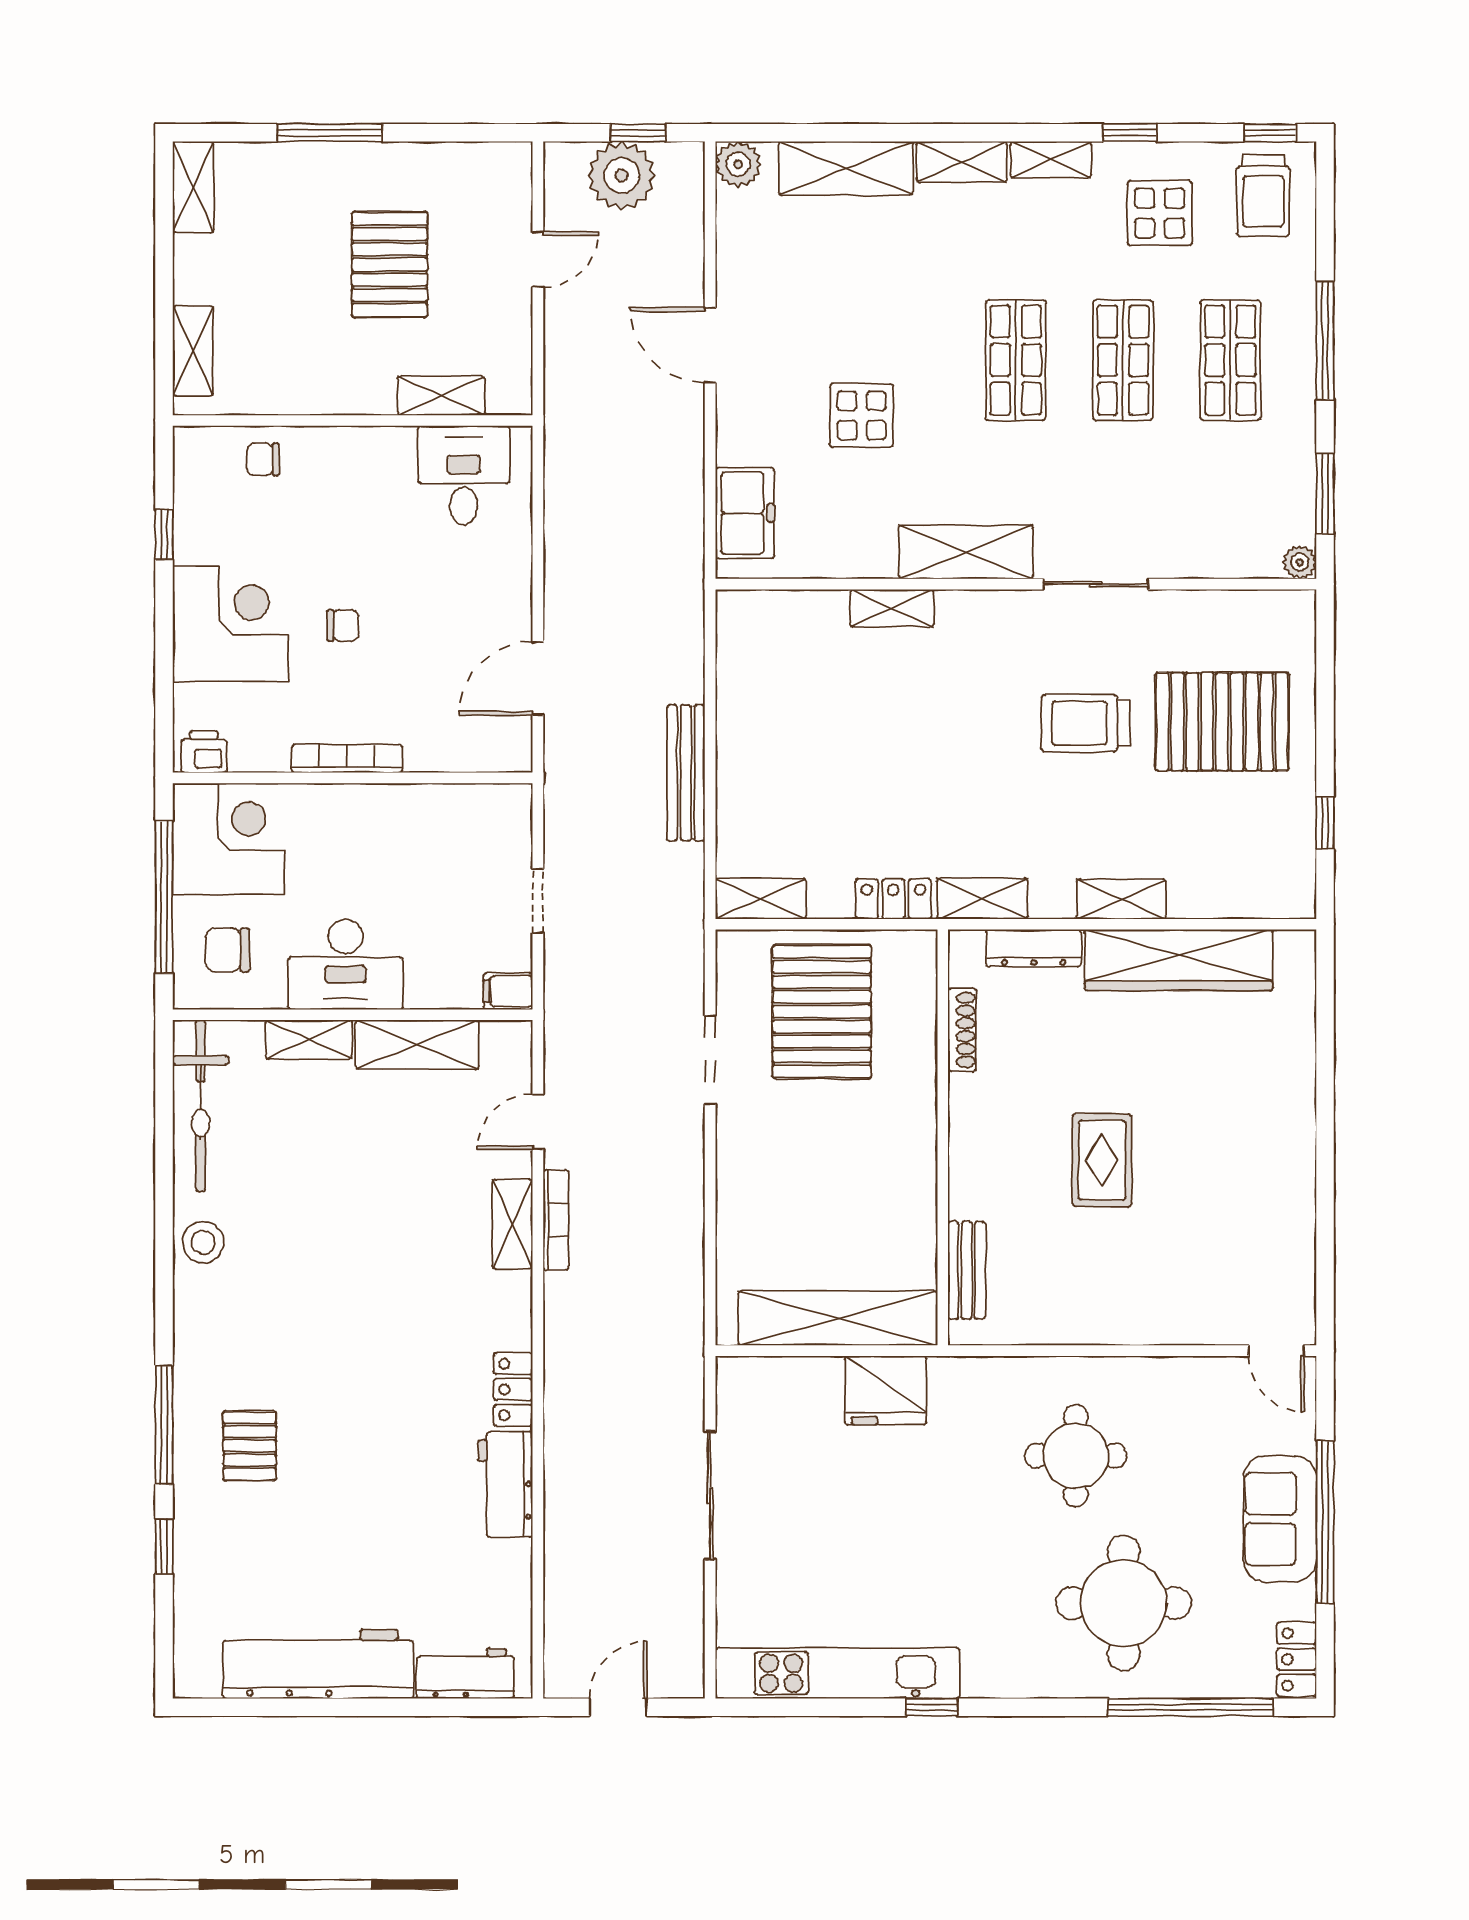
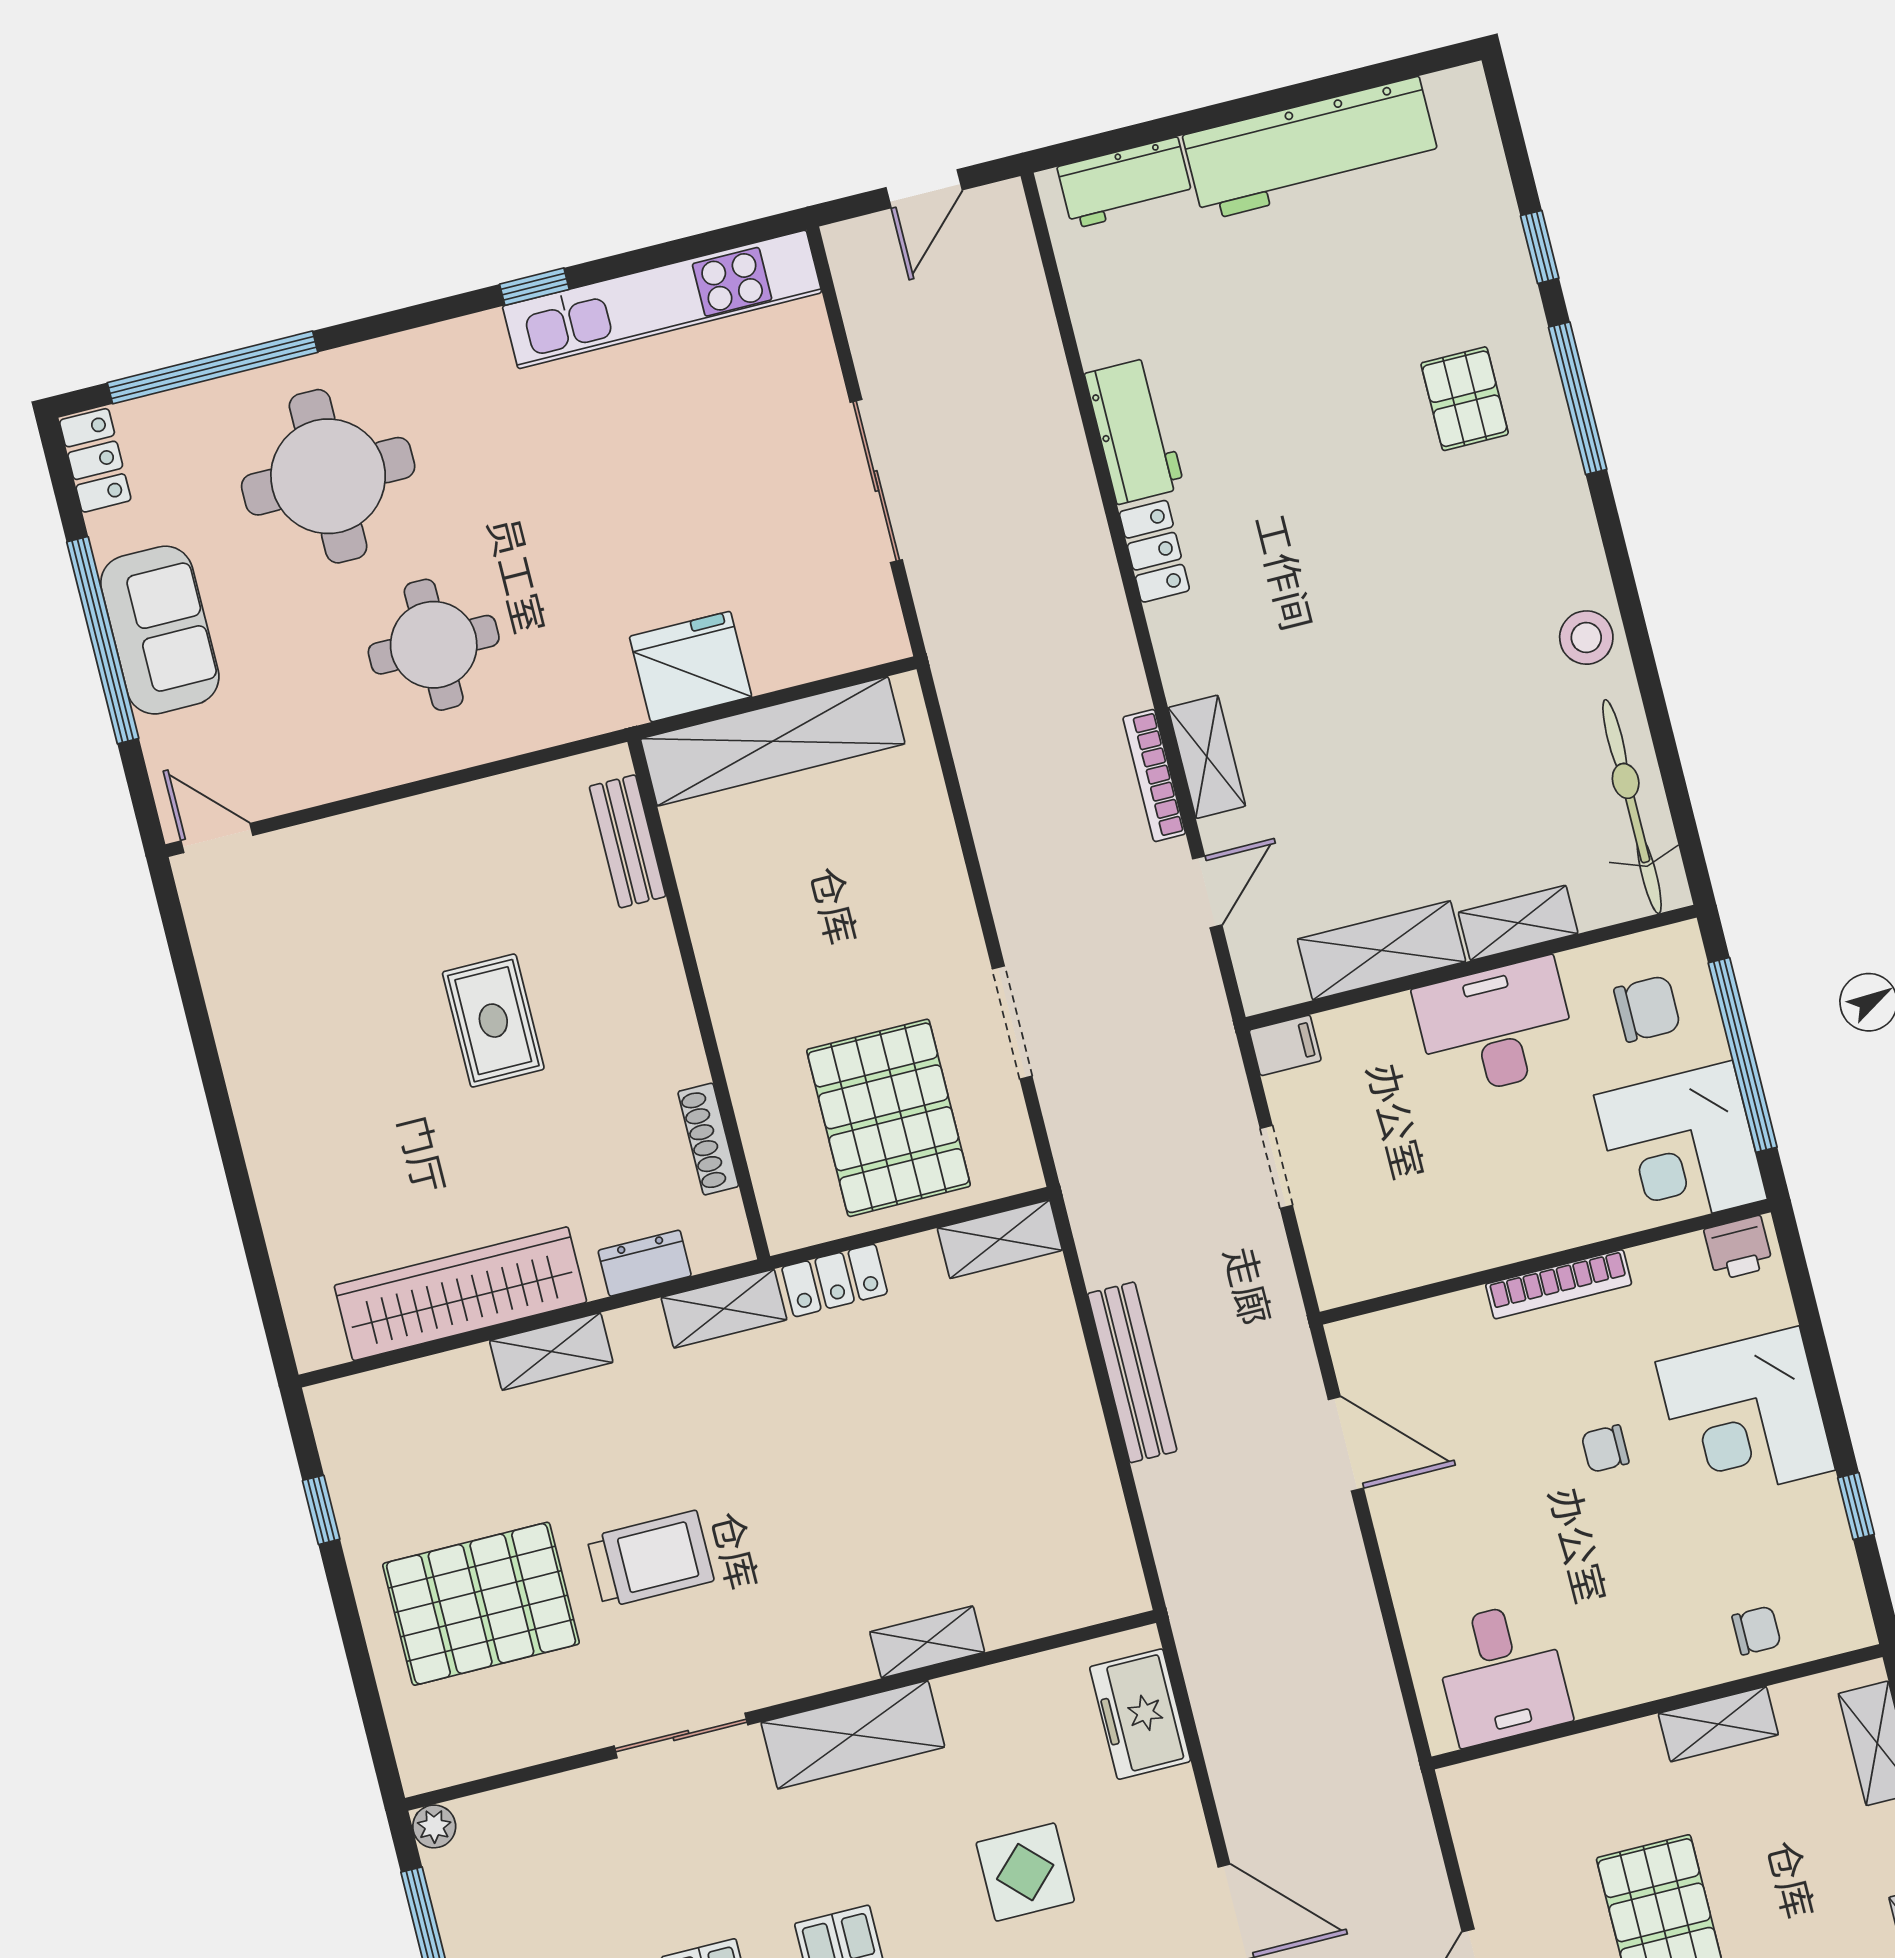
shelving: (441, 396) -> (1718, 1724), moved
door: (538, 678) -> (1346, 1444), hinge flipped
dresser: (1034, 948) -> (645, 1263), width x0.70

